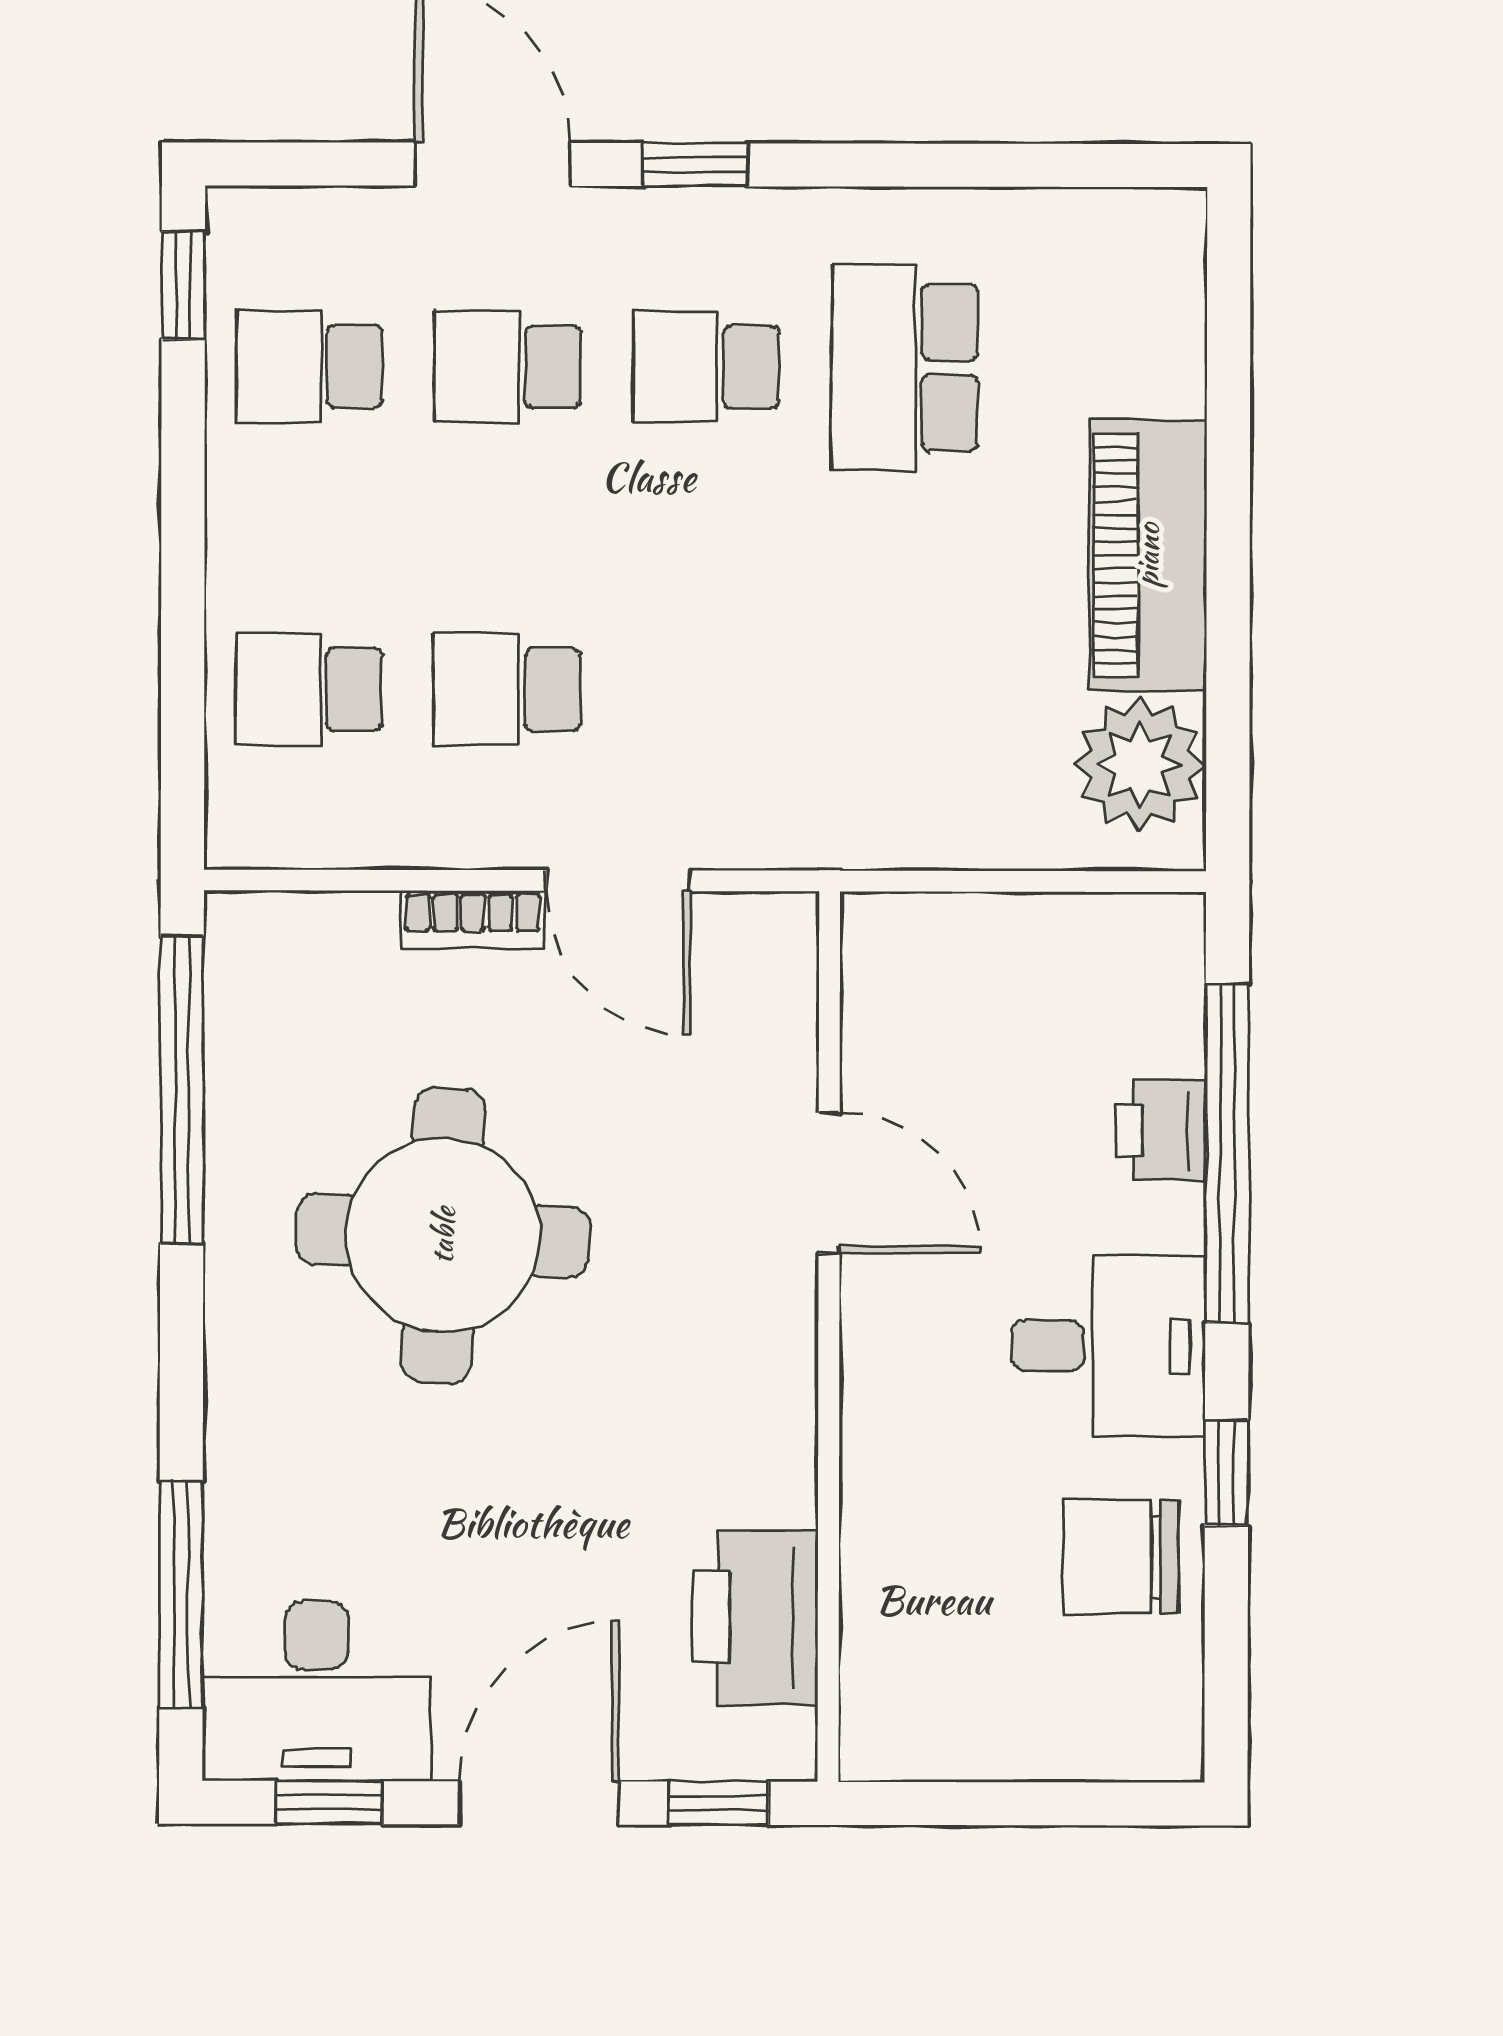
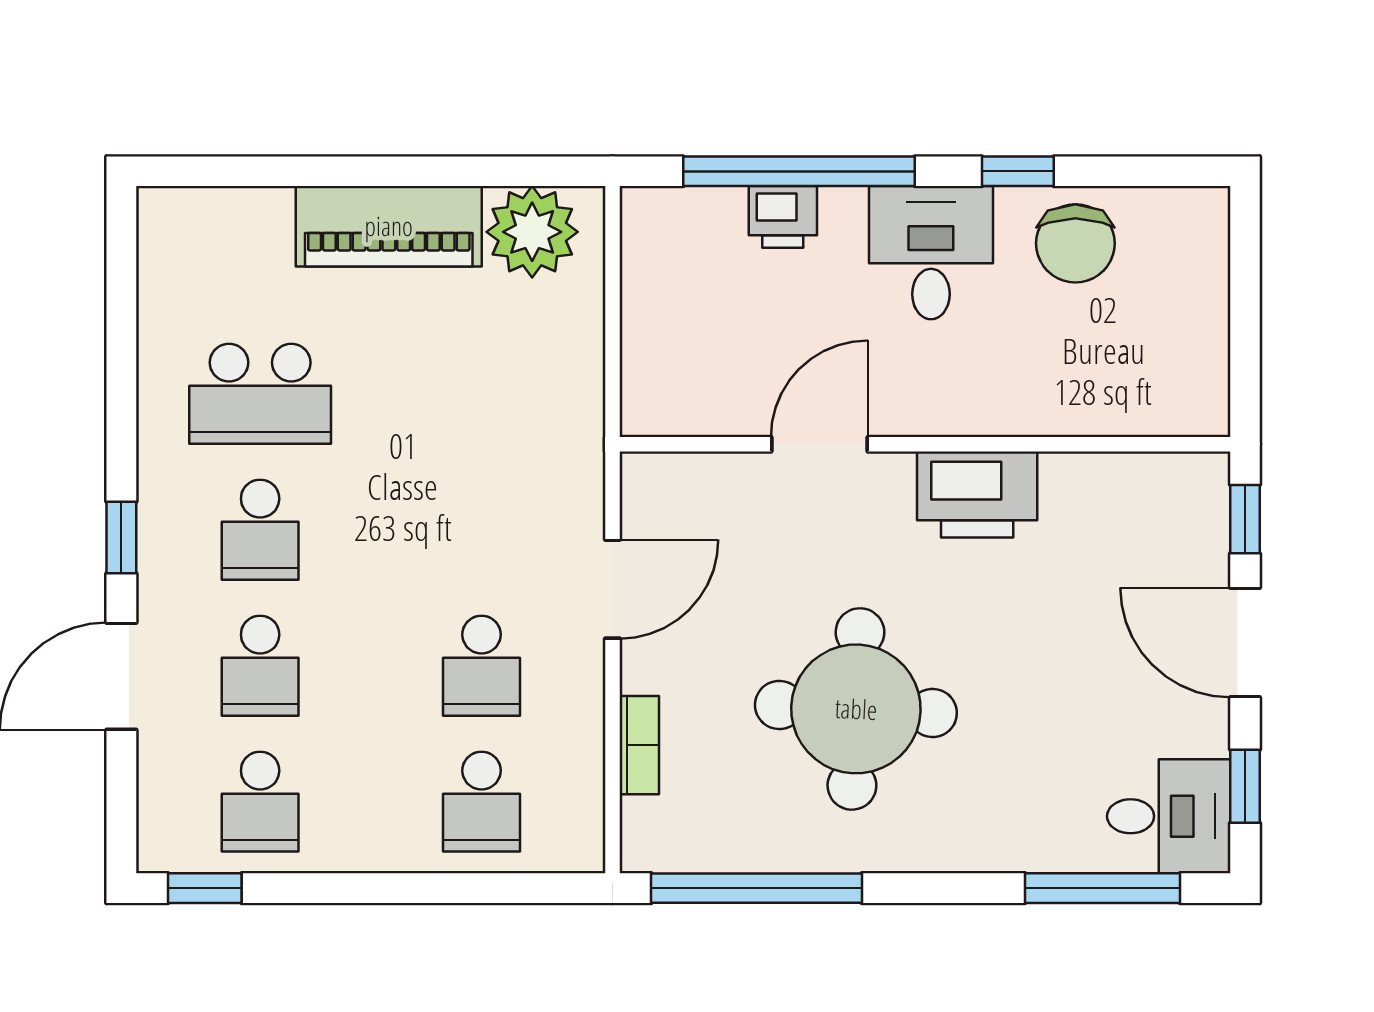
bookcase: (473, 919) -> (639, 745), moved
printer: (755, 1617) -> (977, 494), moved
desk: (317, 1691) -> (1169, 816), width x0.73

